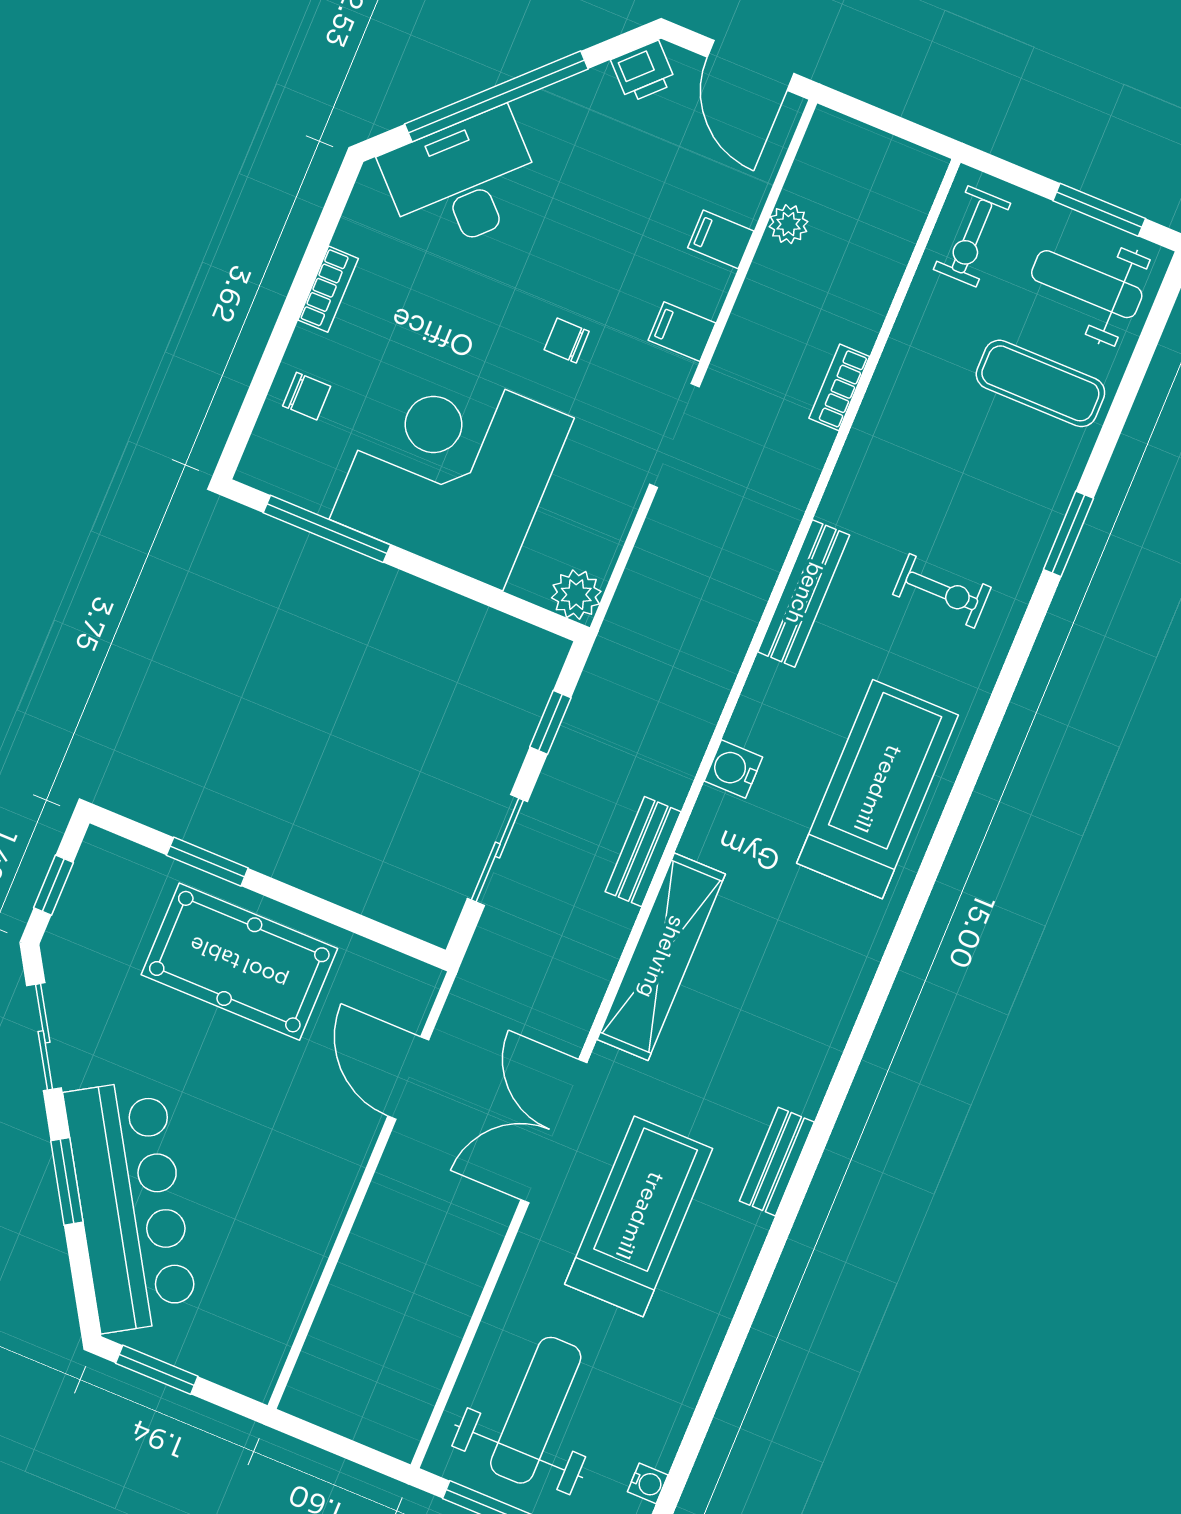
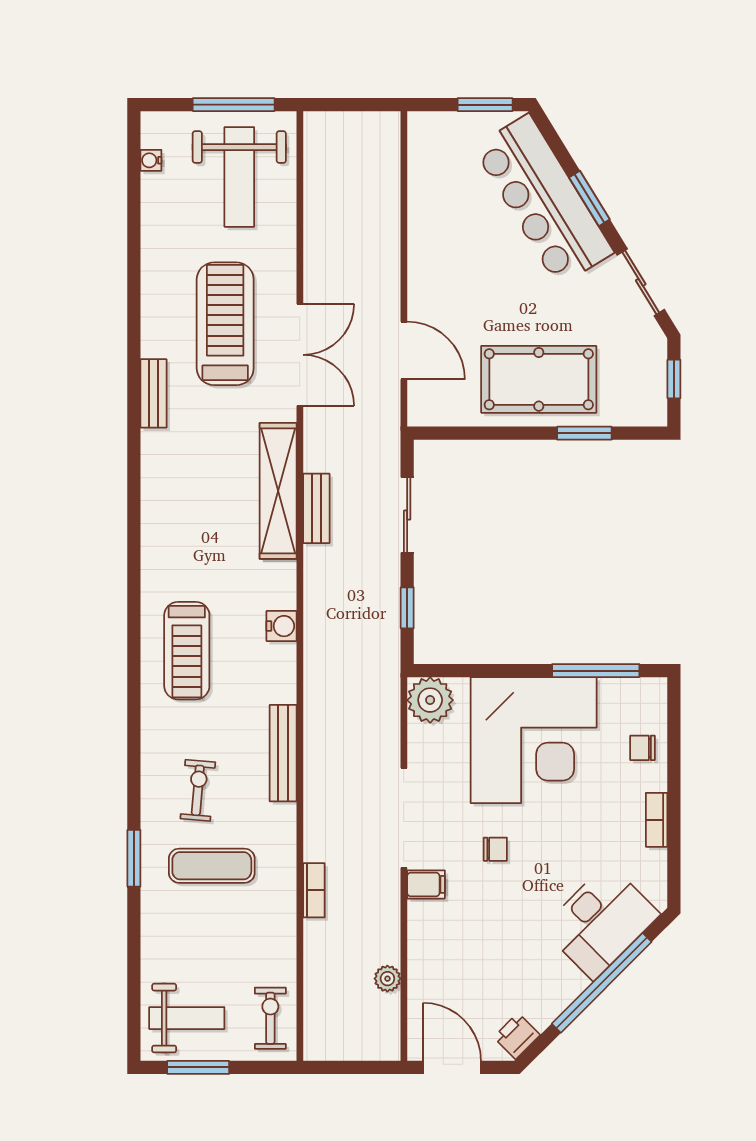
filing cabinet: (721, 239) -> (426, 952), removed
exercise mat: (1040, 383) -> (212, 866), moved
doorway: (674, 436) -> (404, 818), width x1.36
exercise bike: (942, 591) -> (198, 790), turned 95
plant: (576, 595) -> (430, 700), width x1.36, depth x1.36
treadmill: (877, 789) -> (187, 651), width x0.73, depth x0.73
bench: (643, 852) -> (316, 508), moved
treadmill: (639, 1216) -> (225, 324), turned 180

